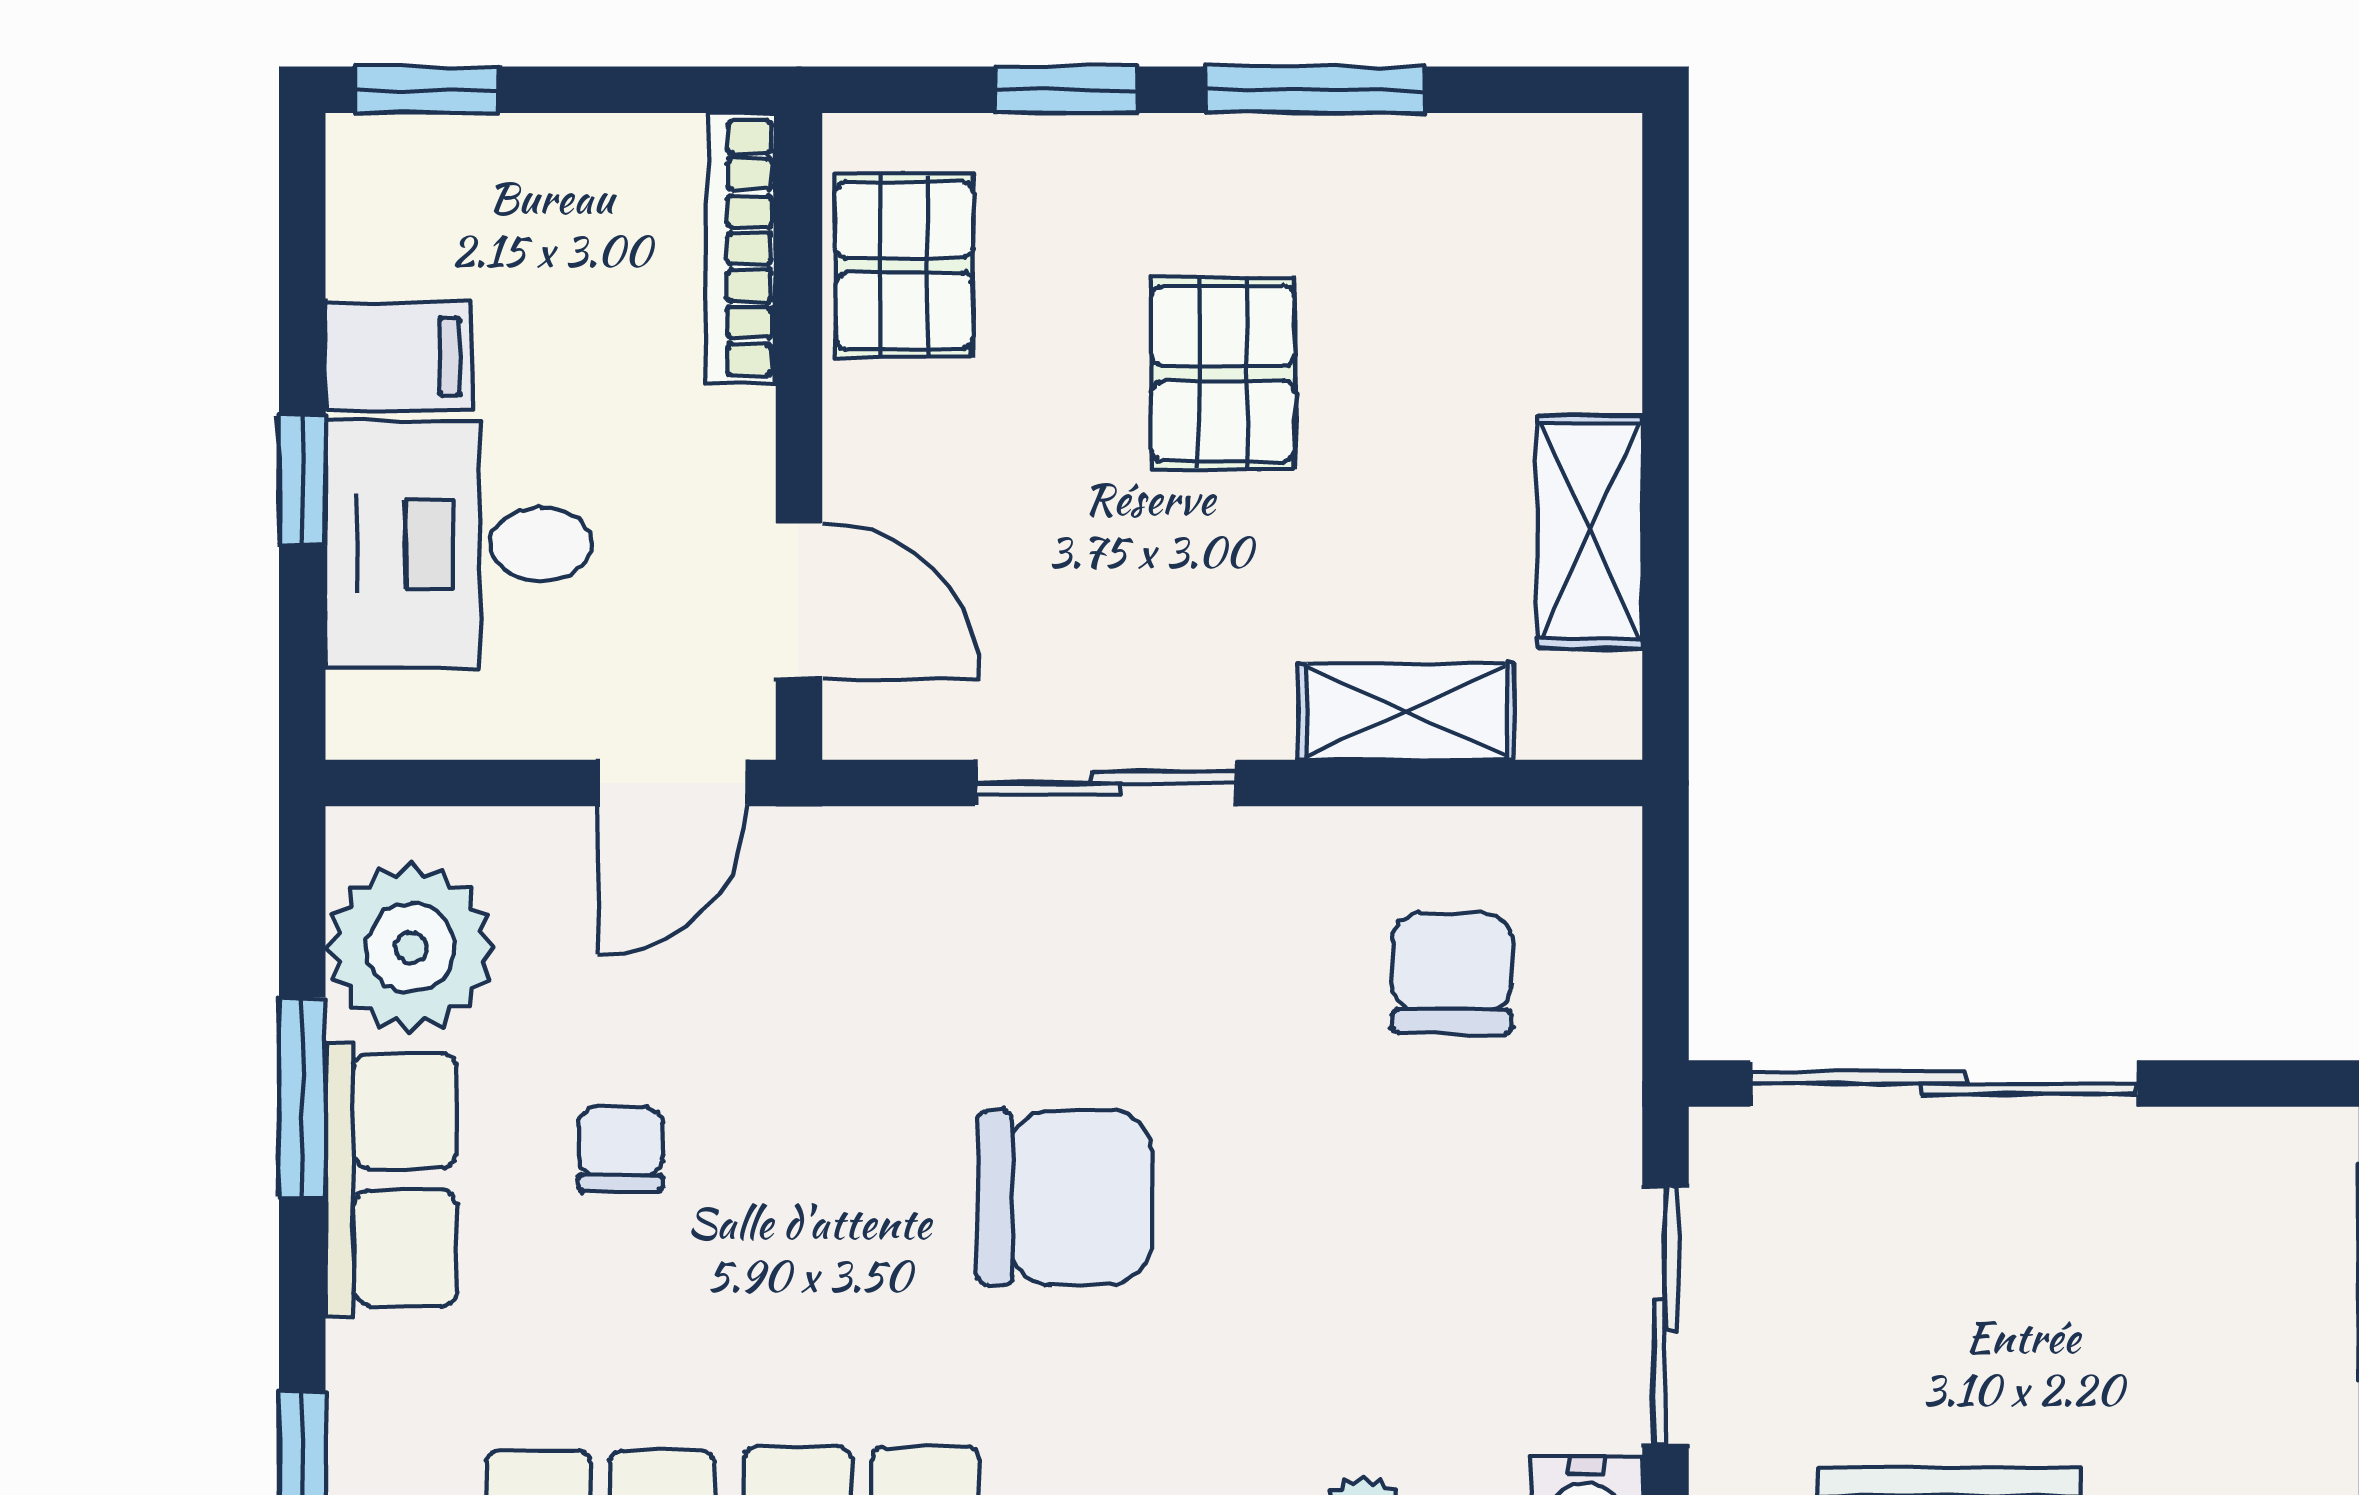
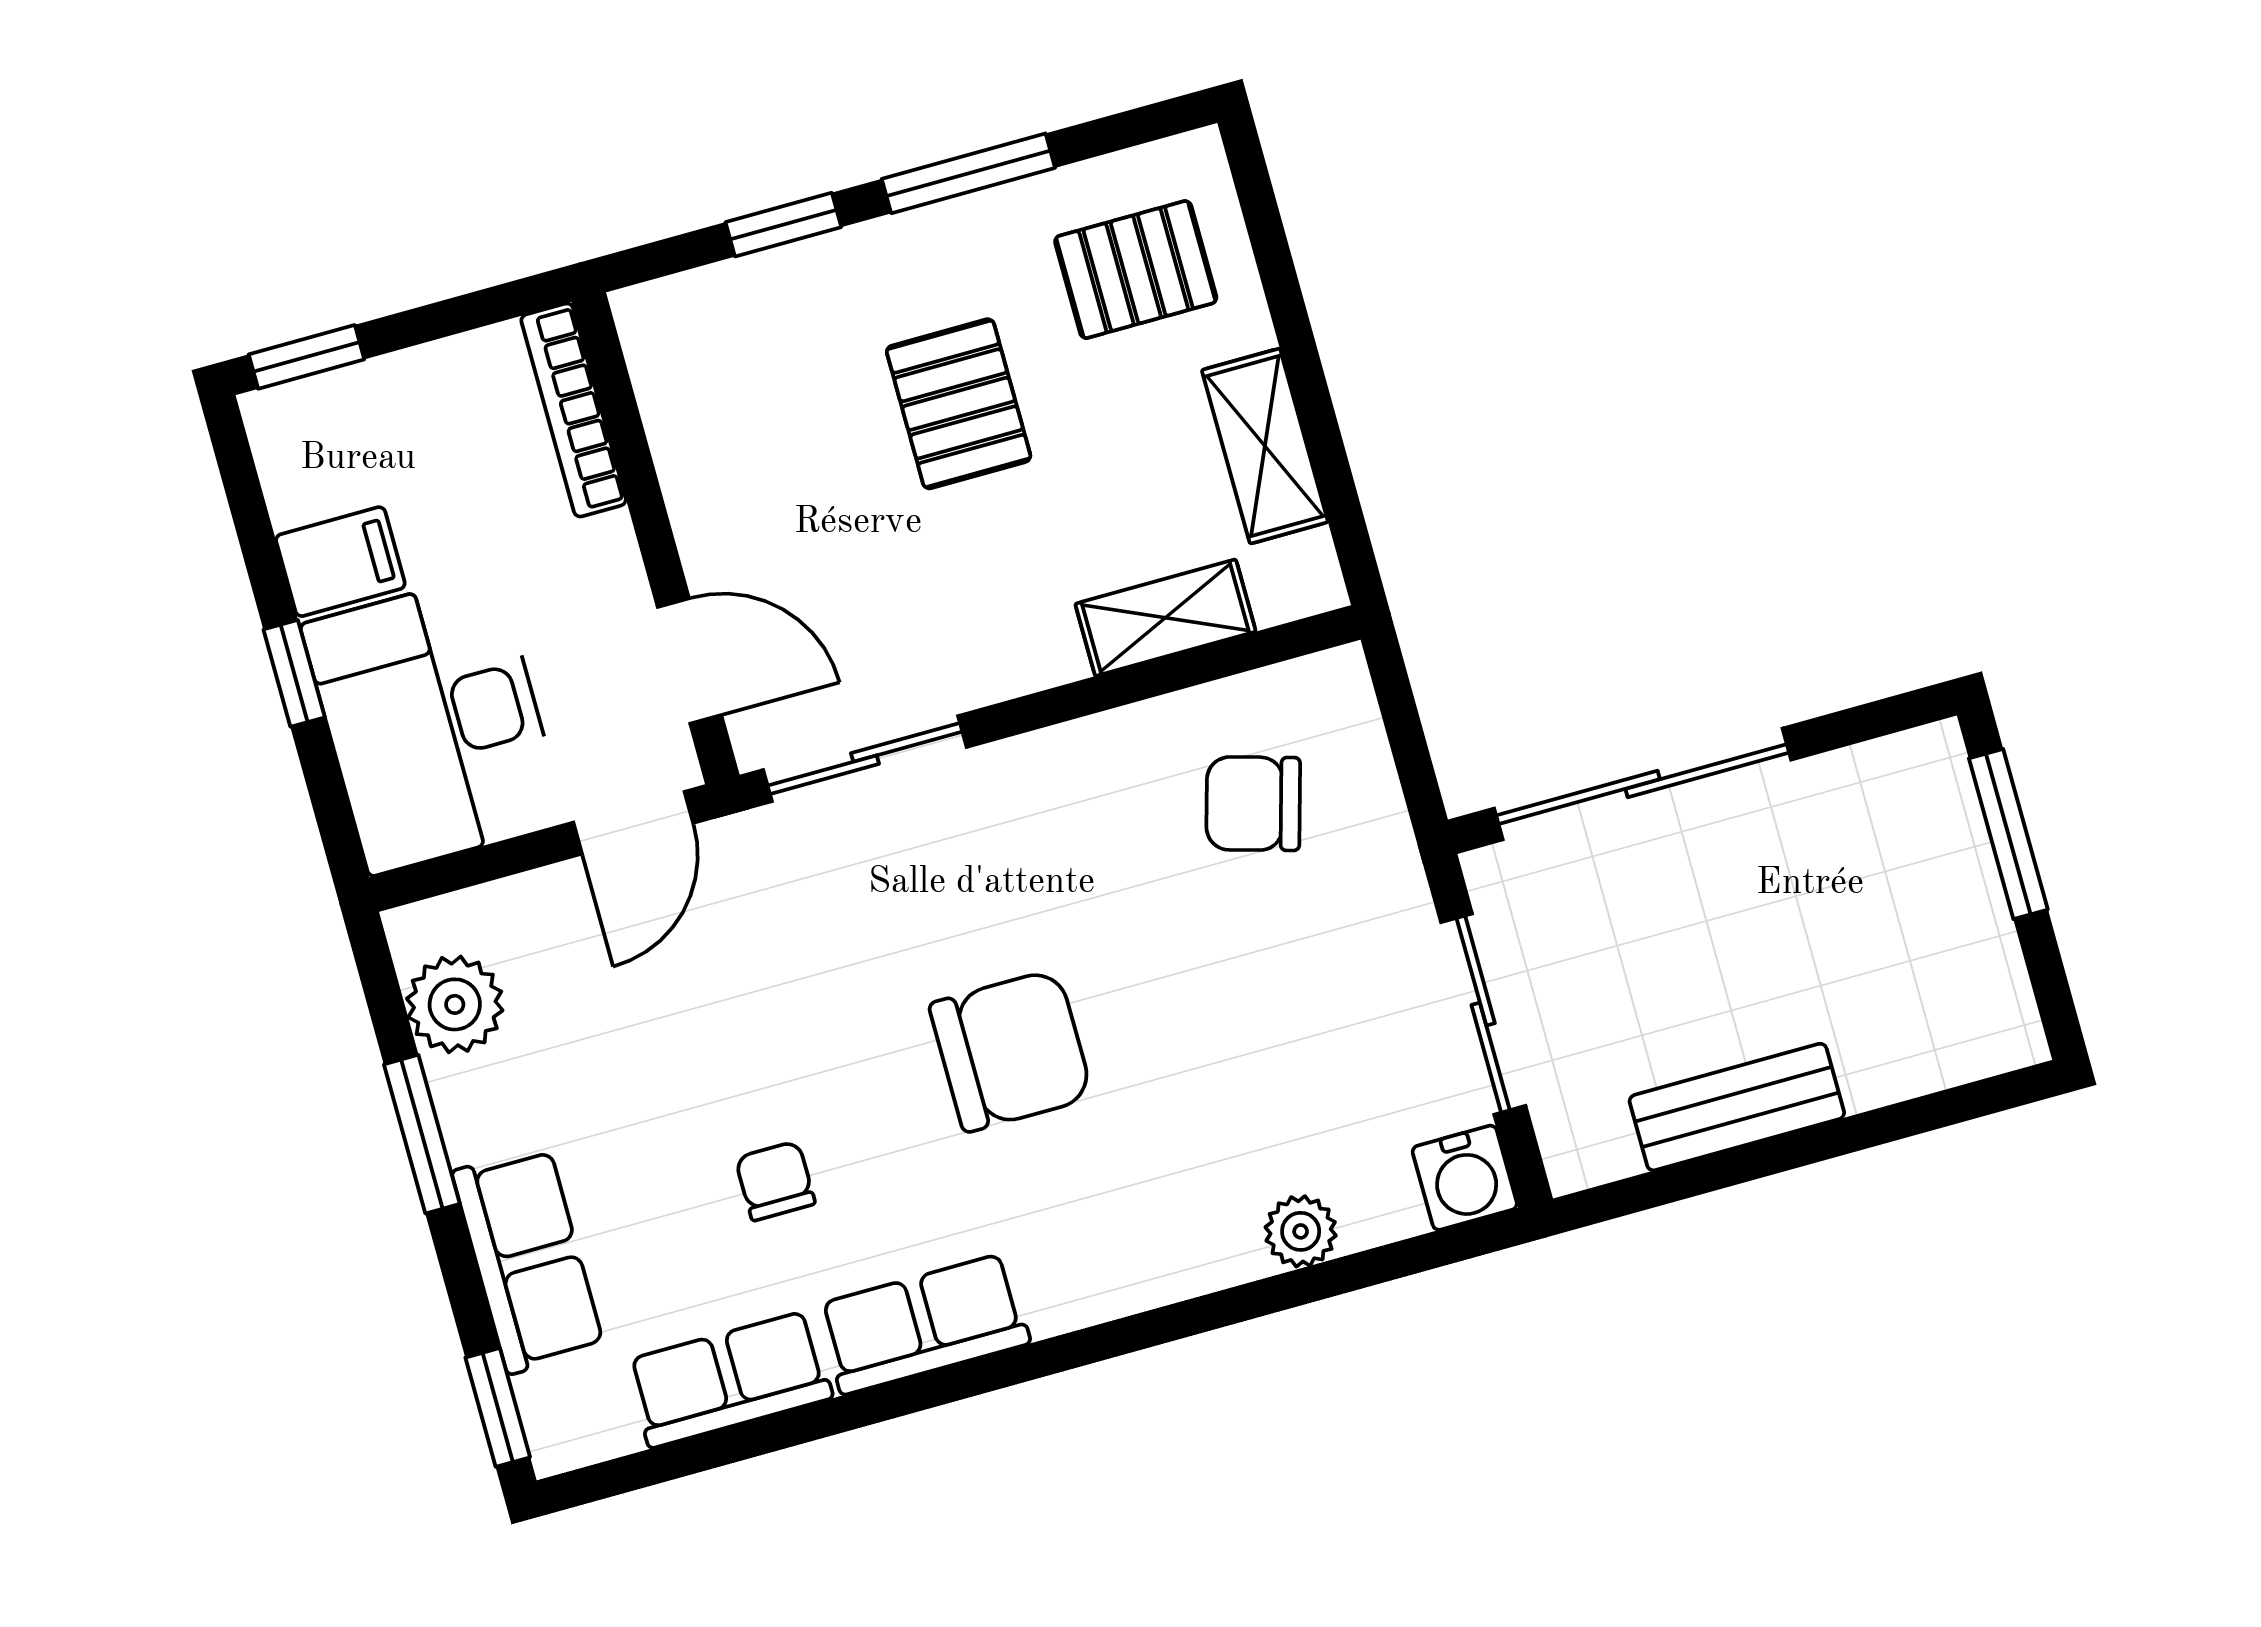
pallet: (904, 265) -> (1136, 270), moved, turned 90
desk: (459, 544) -> (434, 723), width x1.37
sliding door: (1106, 783) -> (865, 759), moved
plant: (411, 948) -> (455, 1004), width x0.73, depth x0.73
chair: (1452, 973) -> (1253, 804), turned -74
chair: (621, 1149) -> (775, 1181), moved
row of seats: (391, 1179) -> (528, 1260), moved

